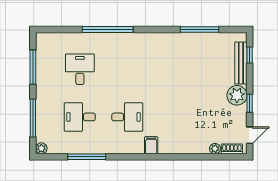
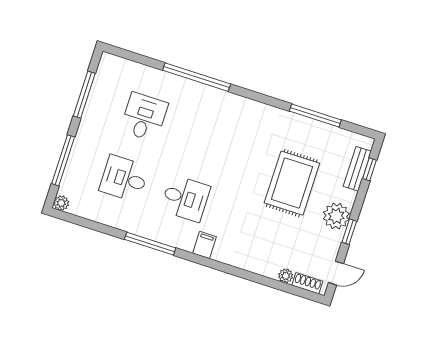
bench: (241, 63) -> (357, 169), width x0.73
rug: (198, 82) -> (292, 183), added
window: (87, 157) -> (150, 244), moved

